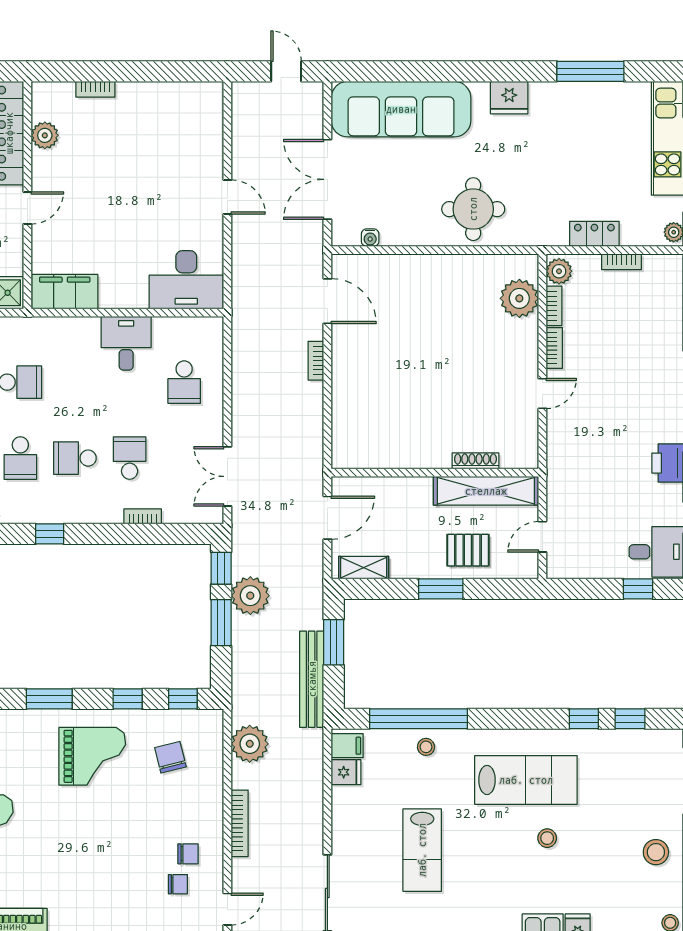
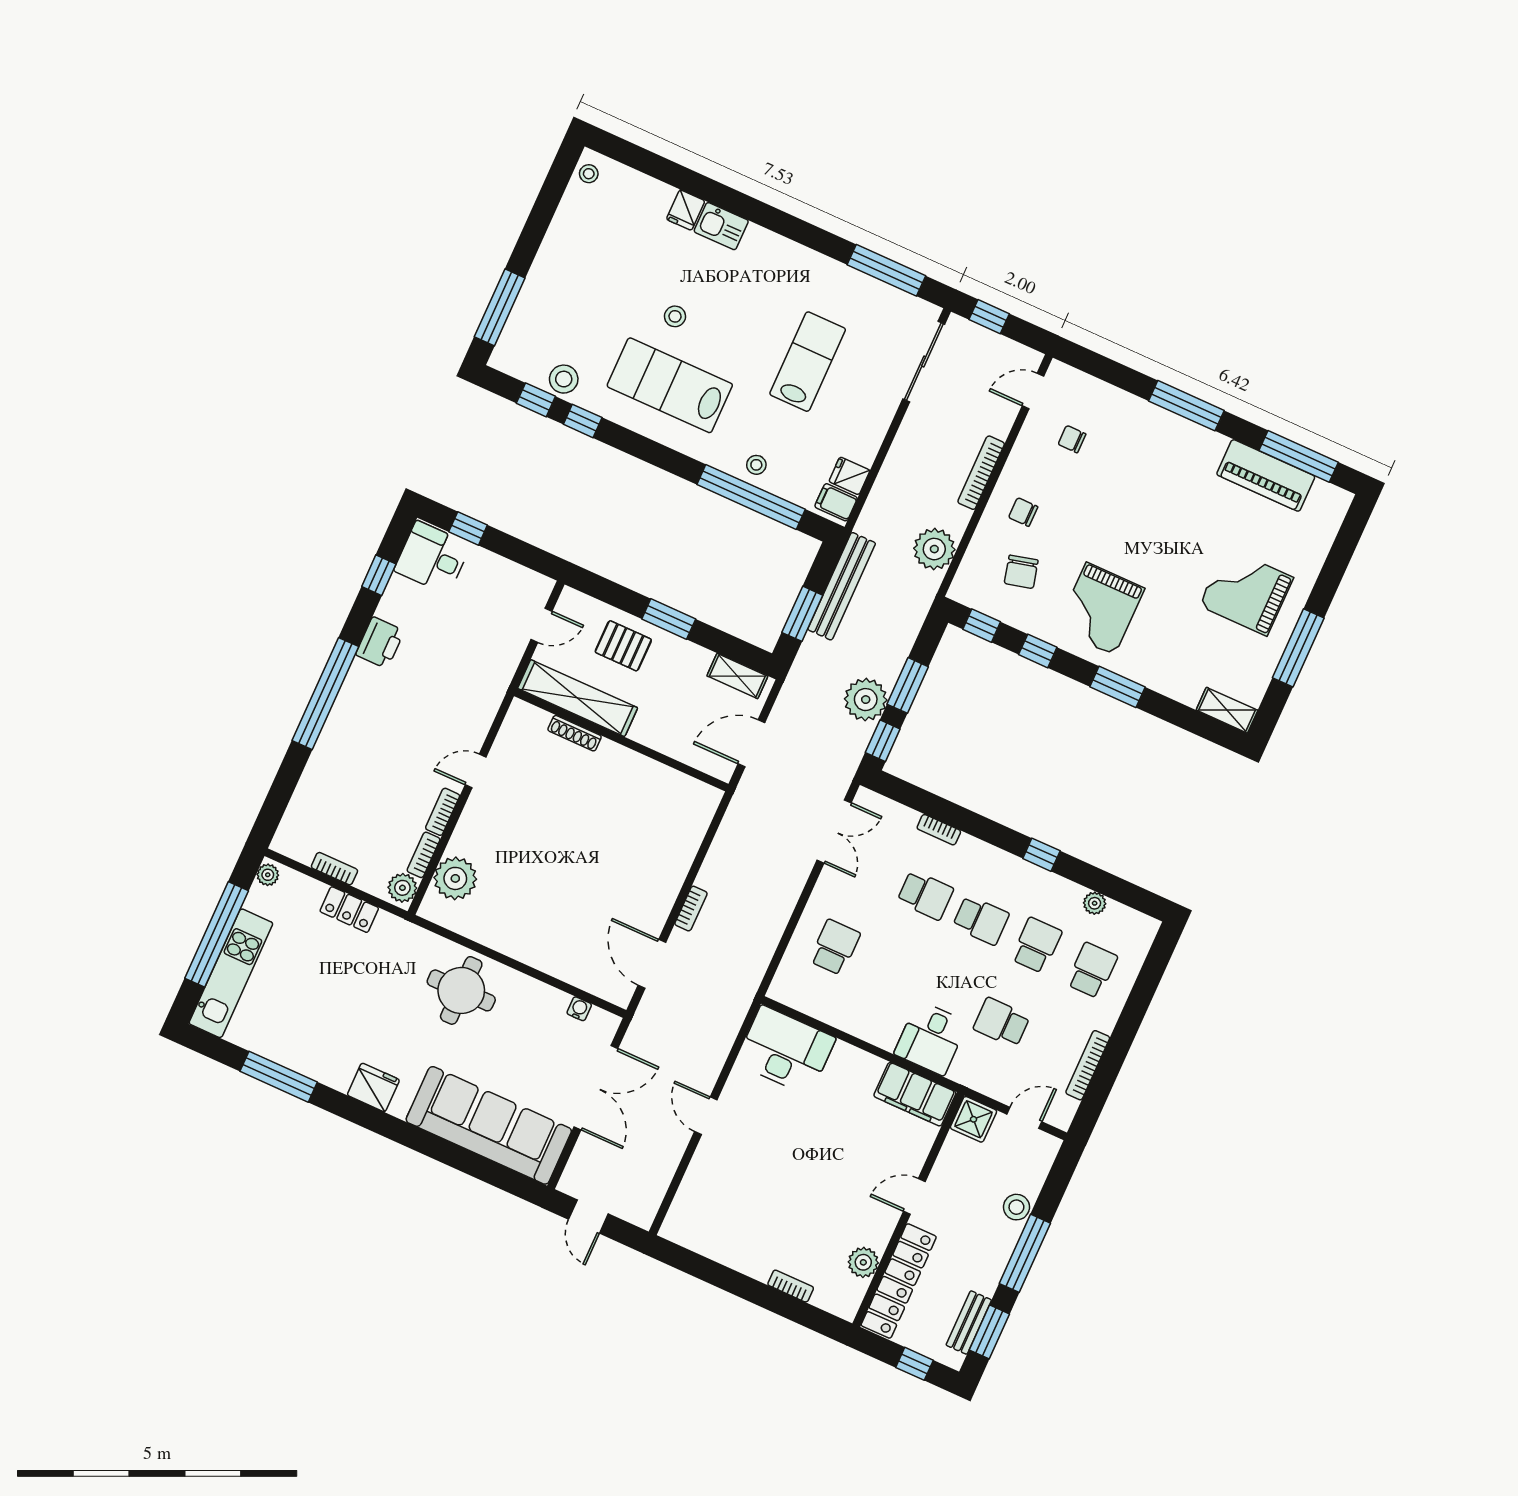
desk: (126, 343) -> (931, 1038), moved
school desk: (130, 458) -> (925, 895), turned -90
grand piano: (92, 756) -> (1100, 609), turned -90
stool: (656, 852) -> (564, 379), moved
chair: (188, 854) -> (1023, 512), moved

